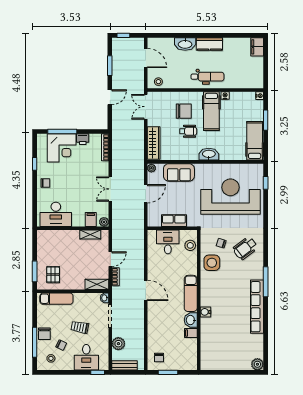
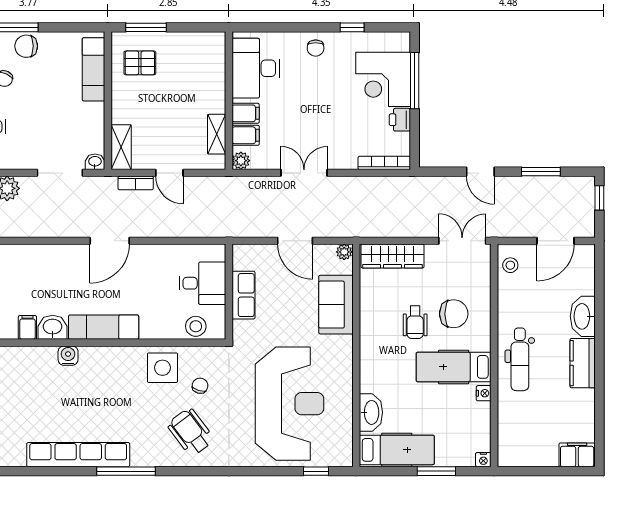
chair: (184, 111) -> (454, 314), turned -90
washbasin: (209, 154) -> (371, 412), moved
filing cabinet: (79, 220) -> (246, 113), added
trolley: (80, 327) -> (39, 114), removed

